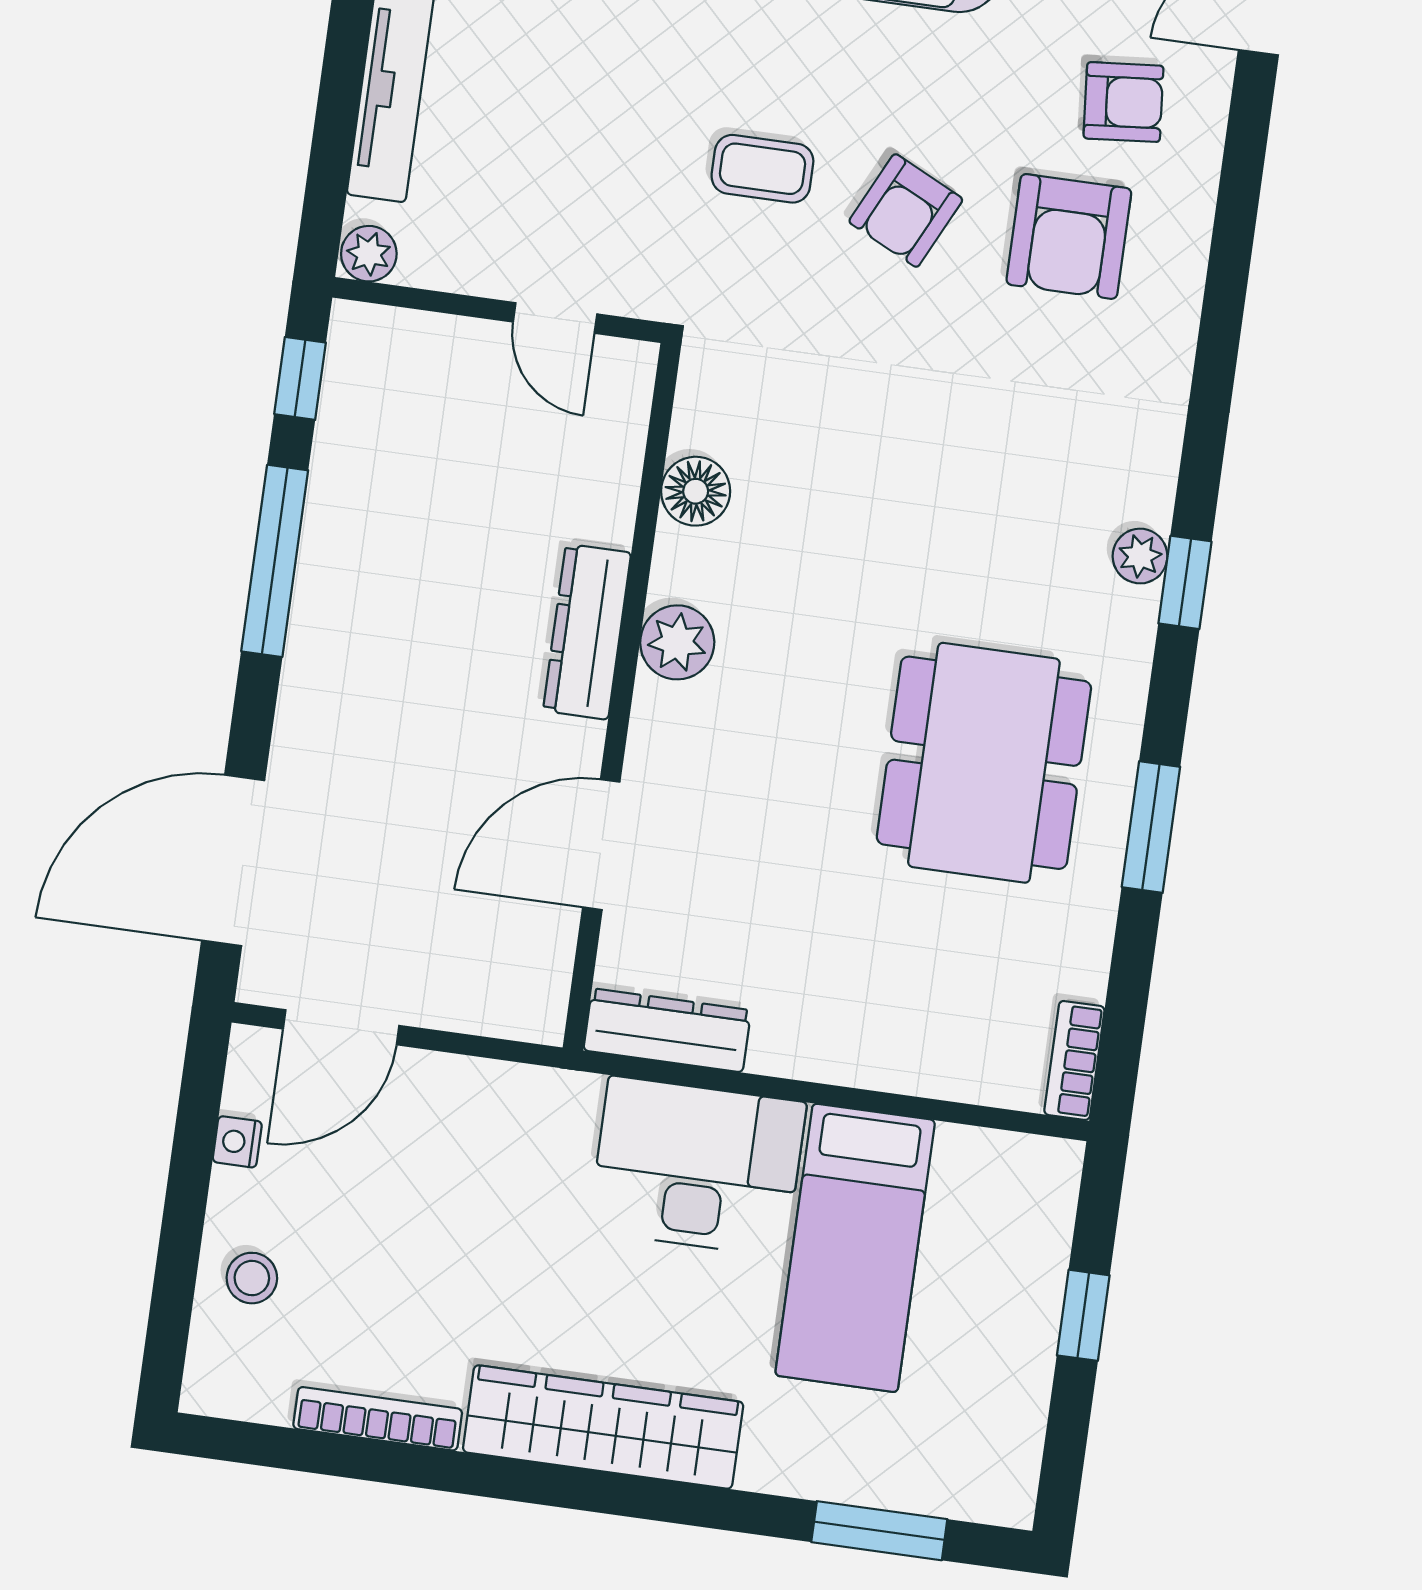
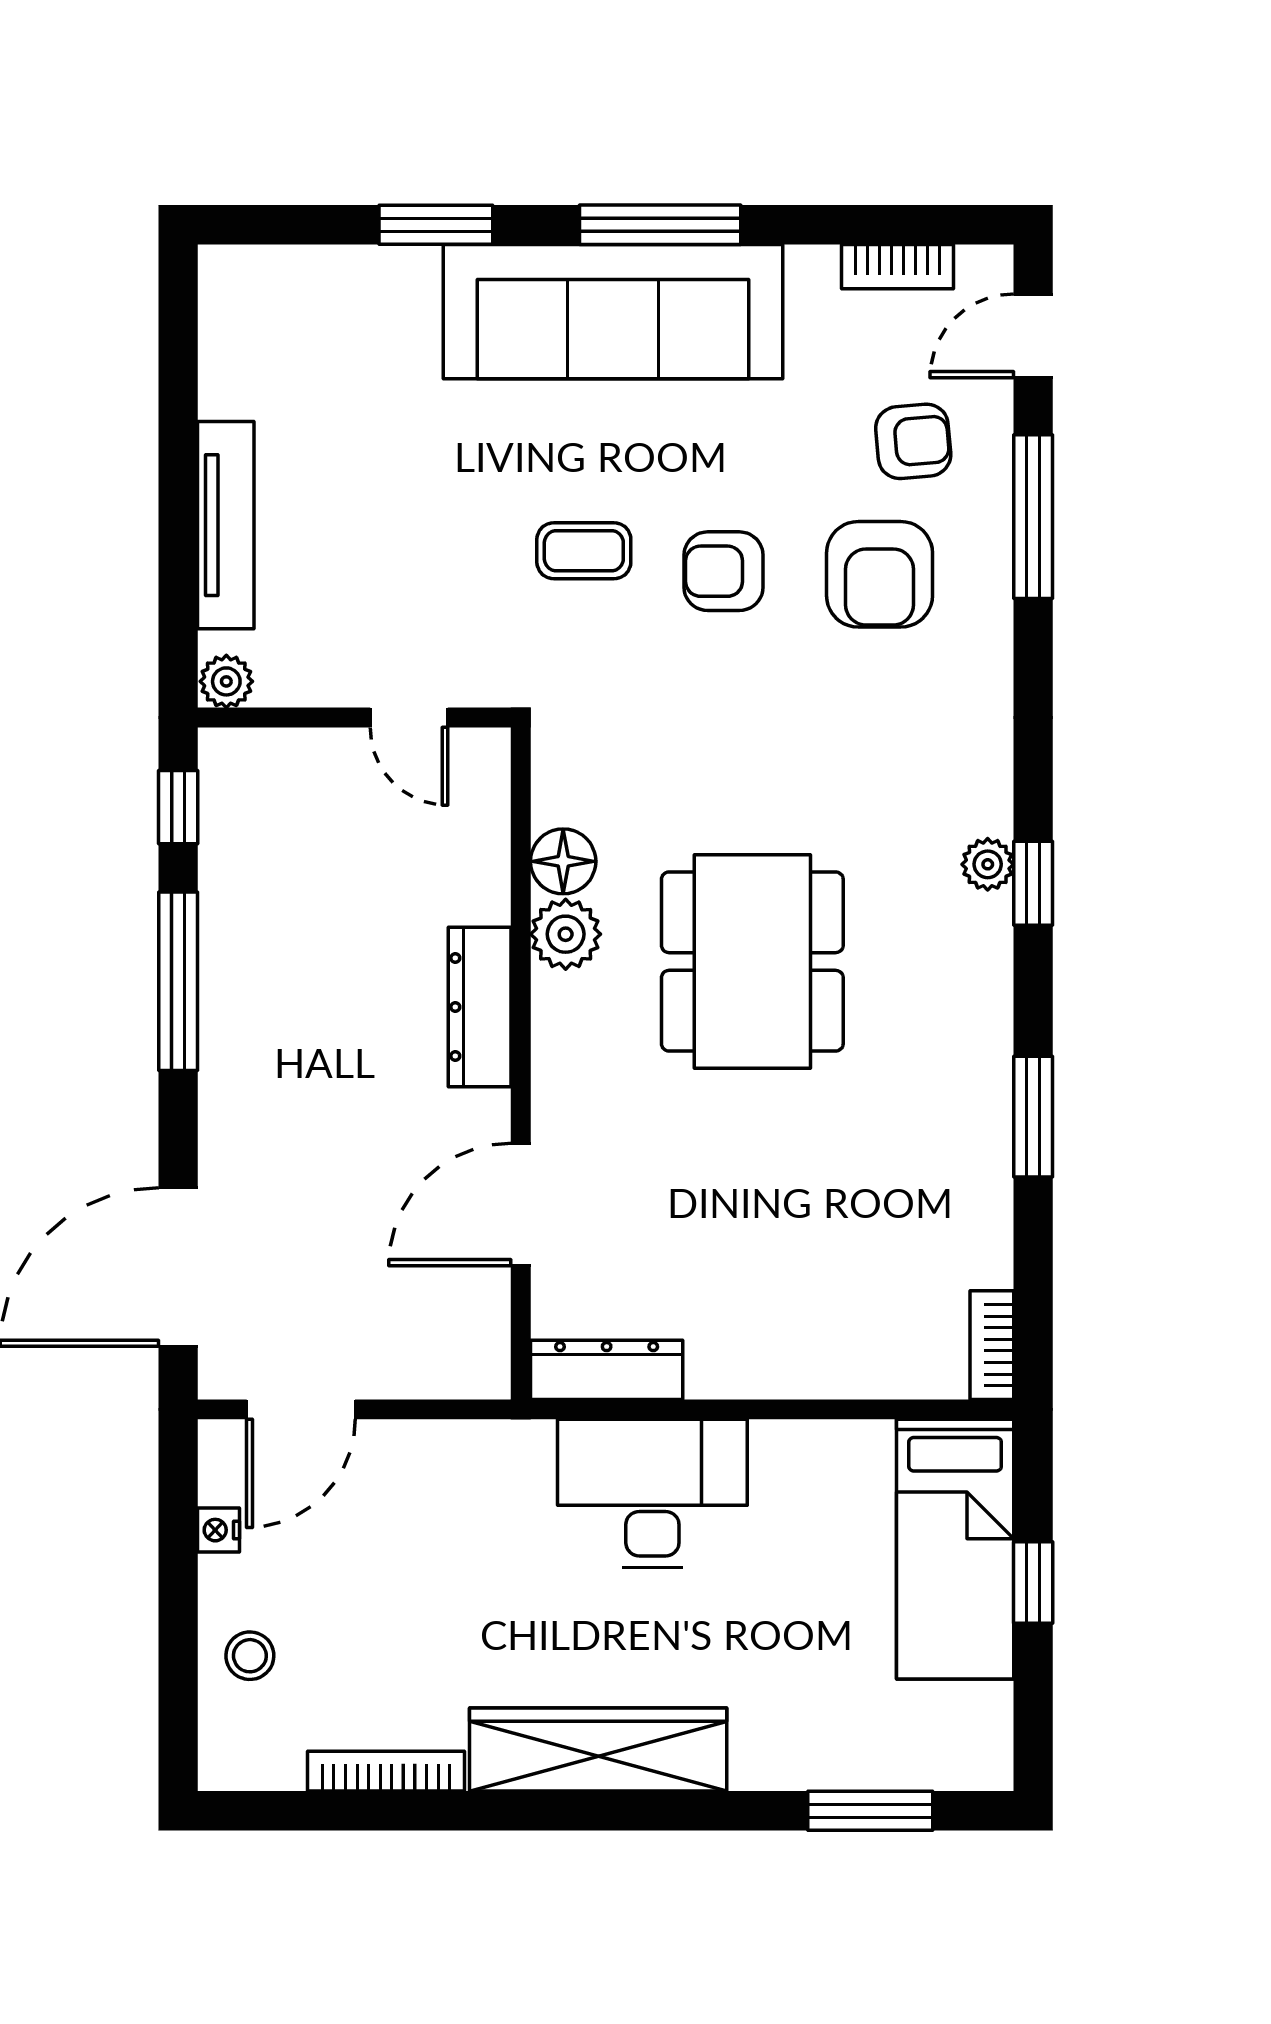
window: (1238, 198) -> (1033, 517), added
armchair: (906, 210) -> (723, 571), turned 64
plant: (677, 642) -> (566, 934), moved
dining table: (984, 763) -> (752, 962), moved
bed: (855, 1248) -> (955, 1549), moved

